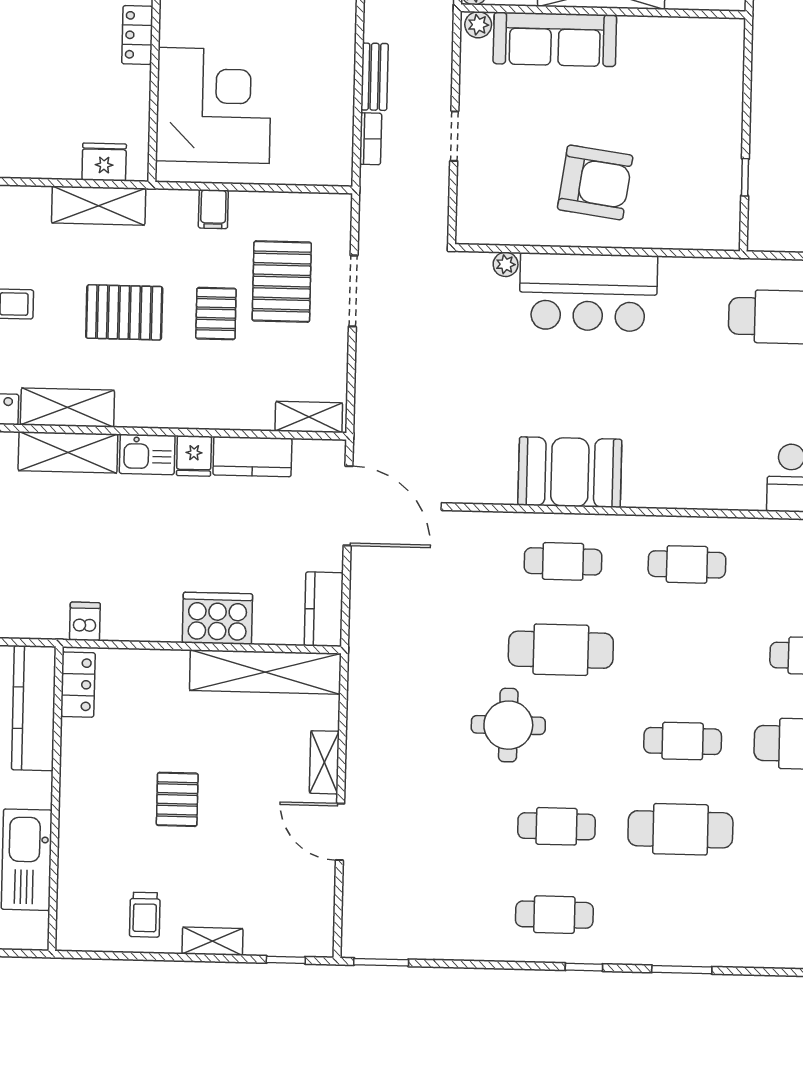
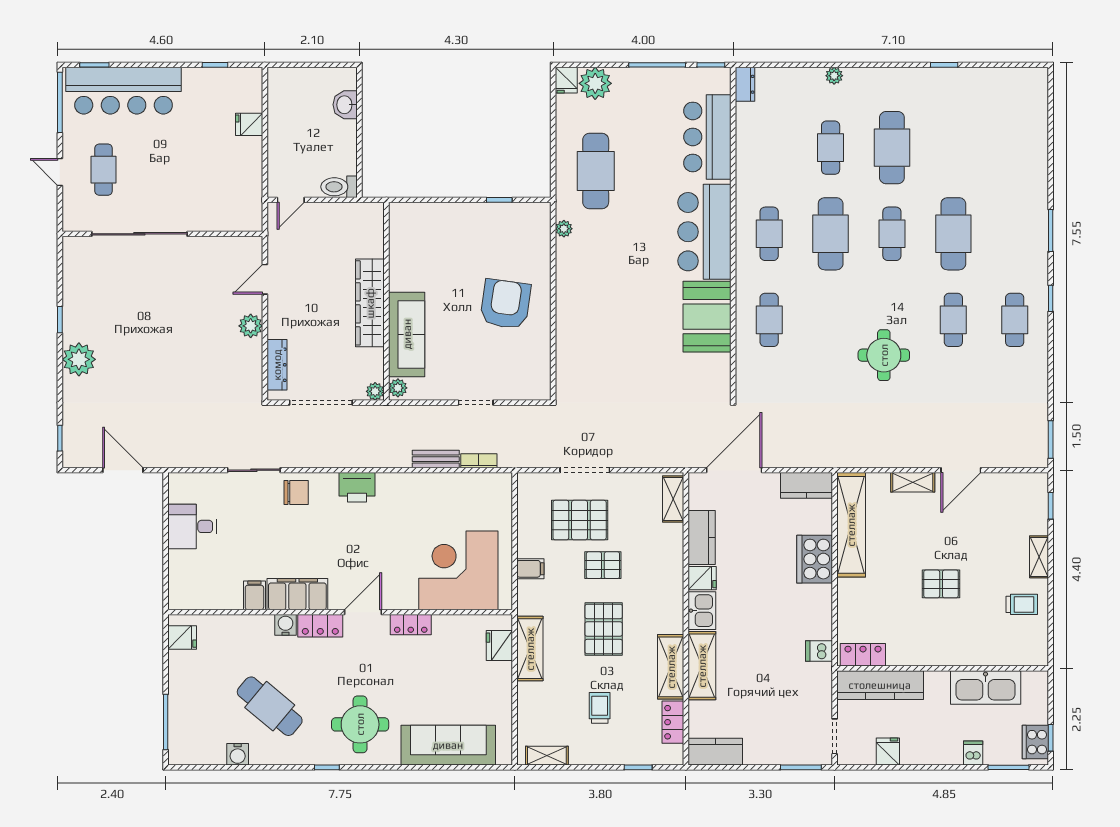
plant: (506, 264) -> (564, 229), moved
bar counter: (588, 292) -> (704, 232), moved, turned 180
cafe table: (561, 650) -> (831, 234), moved

